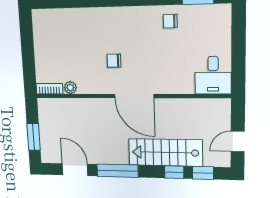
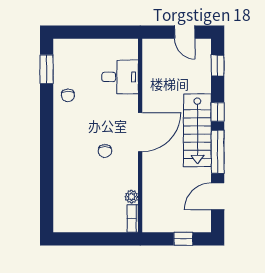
desk: (213, 75) -> (120, 77), moved
window: (34, 137) -> (183, 239), width x0.67
stairs: (165, 153) -> (197, 130), moved
window: (174, 172) -> (218, 112), moved

